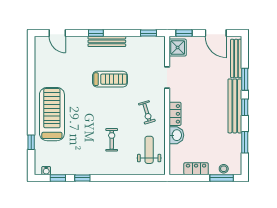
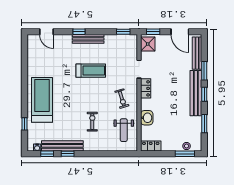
locker: (175, 114) -> (146, 88), moved
weight bench: (149, 150) -> (124, 130), turned 180
bench: (76, 169) -> (62, 146), added
locker: (196, 169) -> (151, 146), moved

